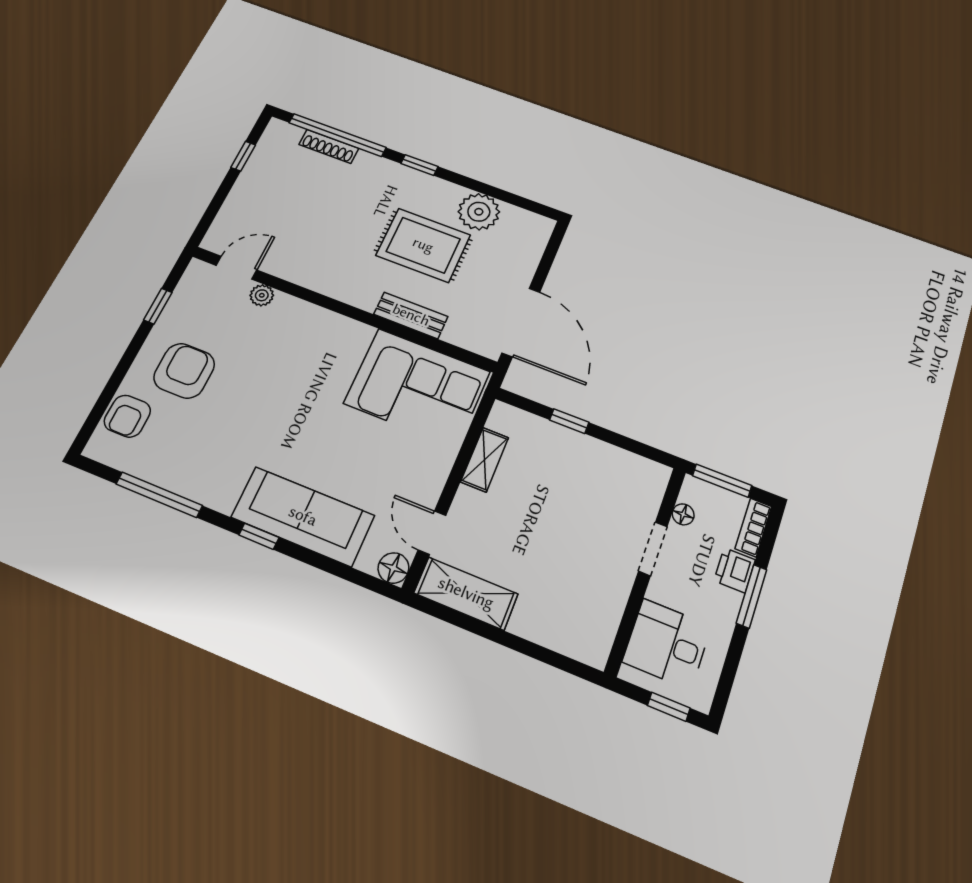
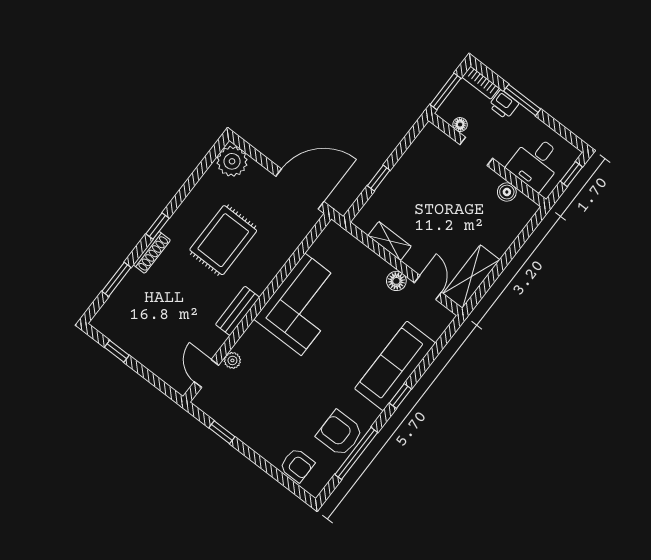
window: (337, 135) -> (116, 279), width x0.47
shoe rack: (329, 146) -> (152, 252), moved
plant: (479, 212) -> (232, 161), moved
bench: (411, 315) -> (238, 311), moved
armchair: (184, 371) -> (340, 433), moved
corner sofa: (417, 387) -> (303, 304), moved
door: (432, 533) -> (428, 287), swing flipped
floor lamp: (393, 568) -> (396, 281), moved
boiler: (609, 612) -> (507, 192), added

